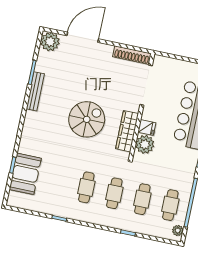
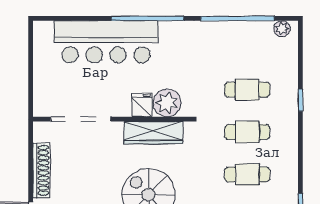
shoe rack: (132, 55) -> (41, 170), moved
cafe table: (170, 205) -> (247, 47), removed

